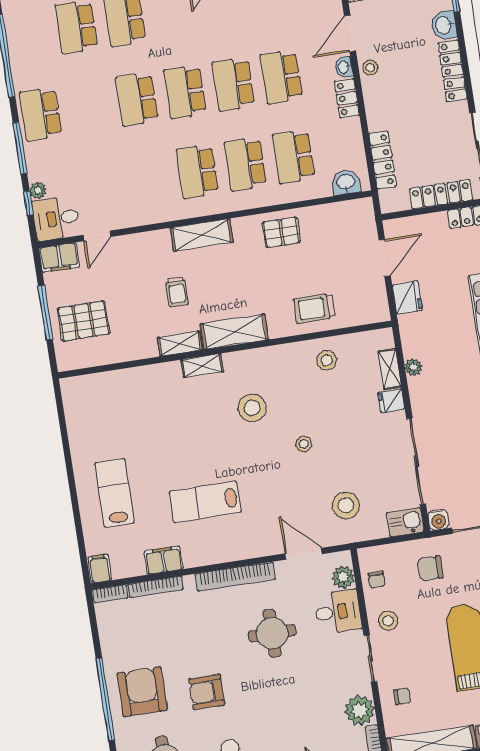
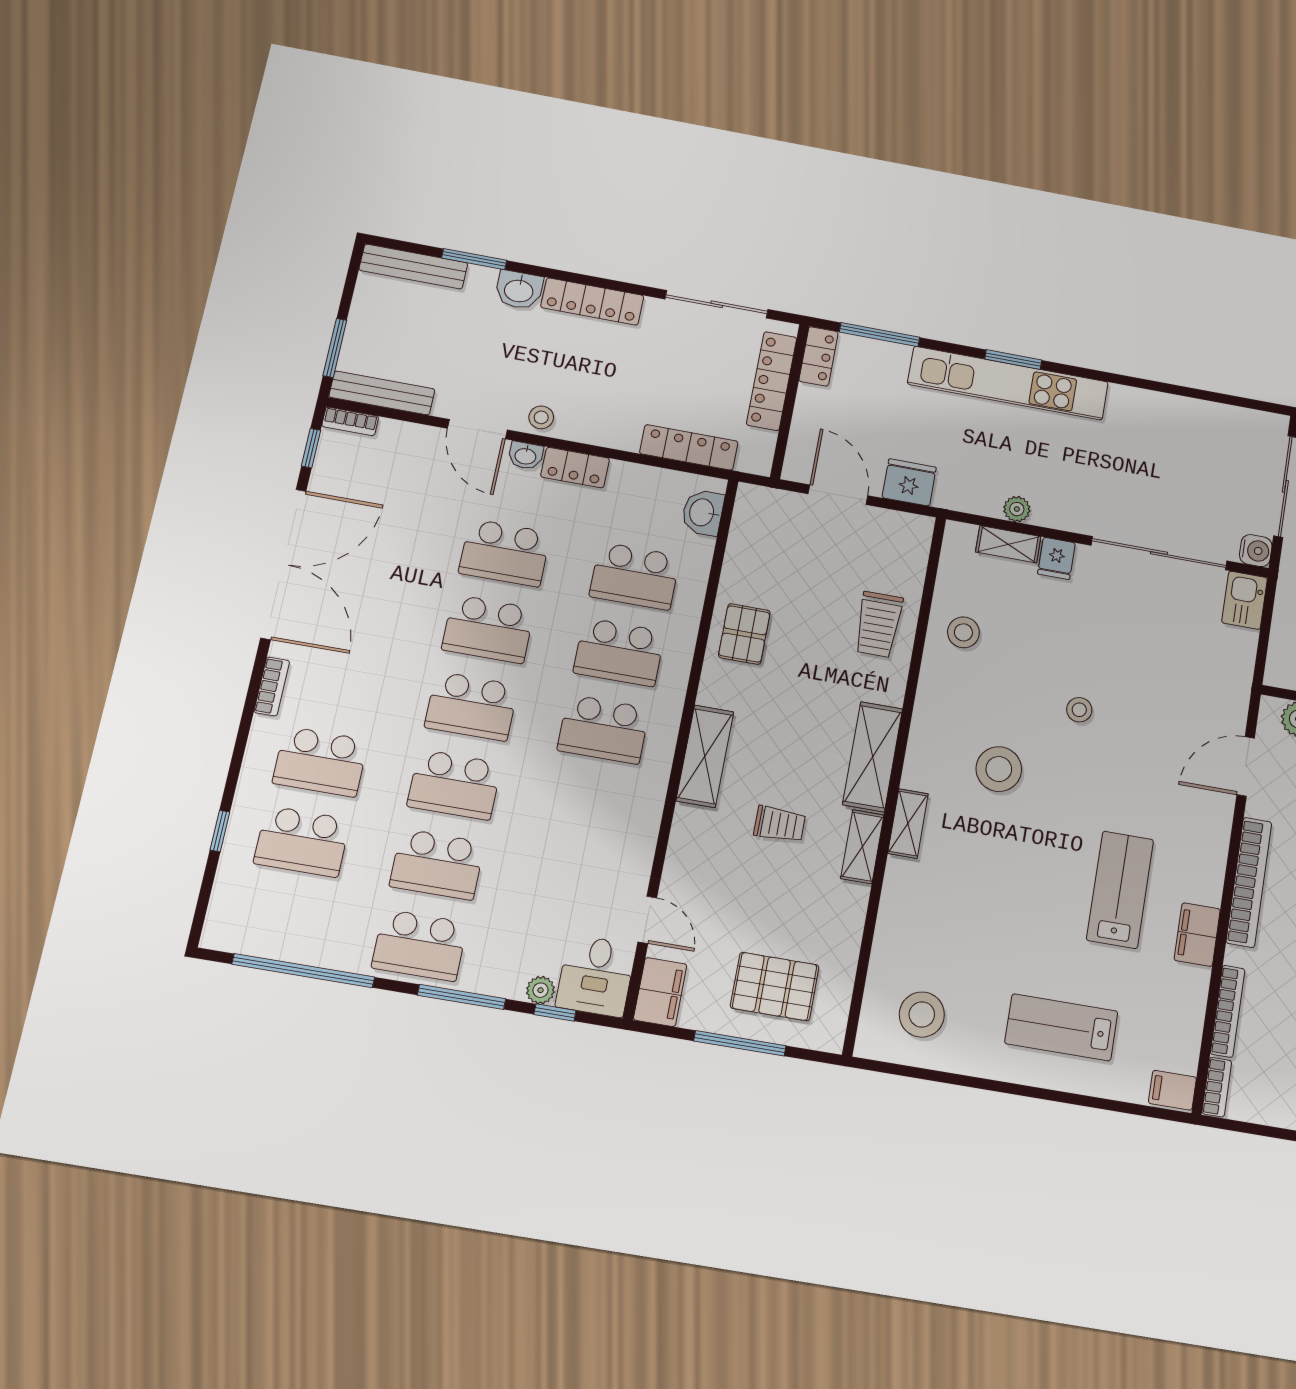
school desk: (89, 107) -> (437, 864), added
pallet: (83, 321) -> (775, 986), turned 90
lab bench: (205, 502) -> (1120, 890), turned 180
stool: (346, 505) -> (922, 1014), moved
filing cabinet: (164, 560) -> (1197, 935), moved

